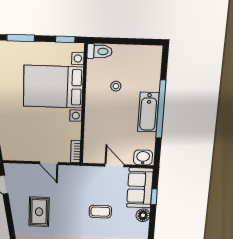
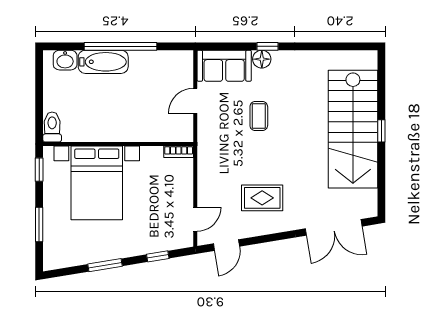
stool: (116, 86) -> (94, 105), removed
bathtub: (148, 112) -> (103, 62), moved
washbasin: (143, 157) -> (65, 60), moved, turned -90
door: (49, 163) -> (195, 219), moved
window: (154, 197) -> (267, 46), moved

